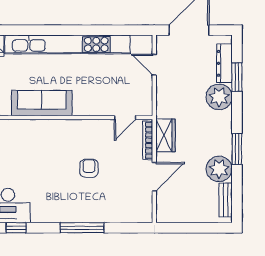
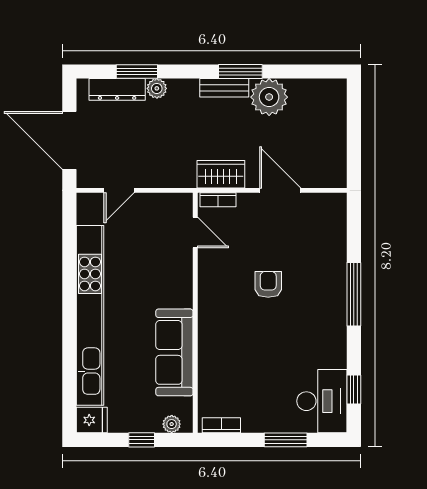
plant: (219, 97) -> (157, 88), width x0.53, depth x0.53
bookcase: (148, 140) -> (218, 200), width x0.64
armchair: (89, 168) -> (268, 284), turned 90
bench: (226, 200) -> (224, 88), moved

